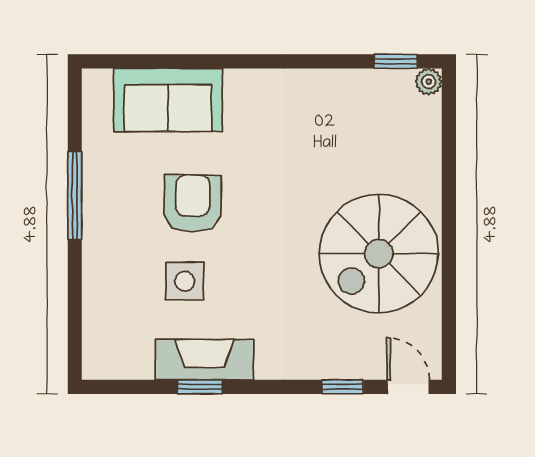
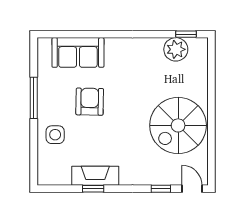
plant: (429, 82) -> (176, 49), moved, width x1.87, depth x1.87
side table: (185, 281) -> (55, 135), moved

